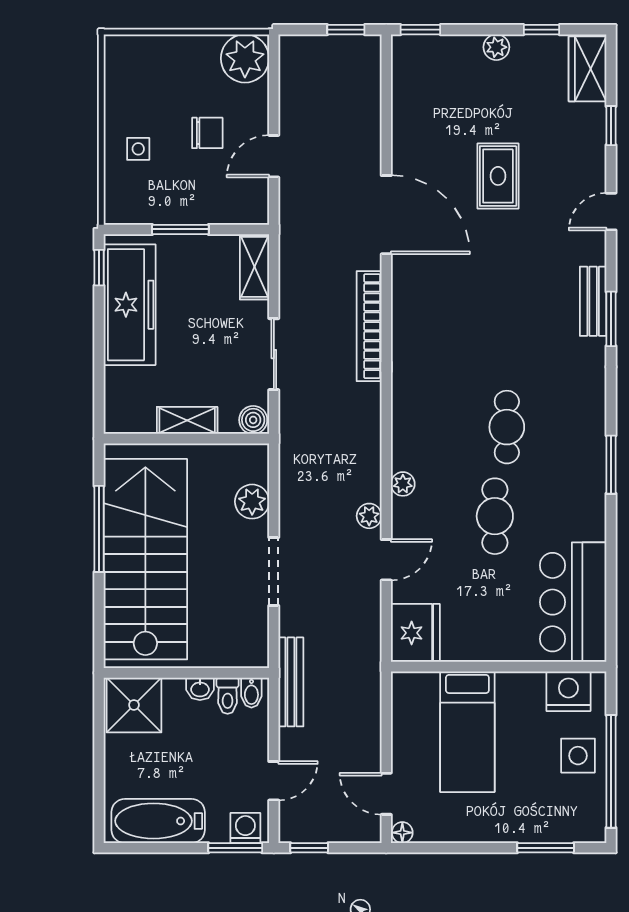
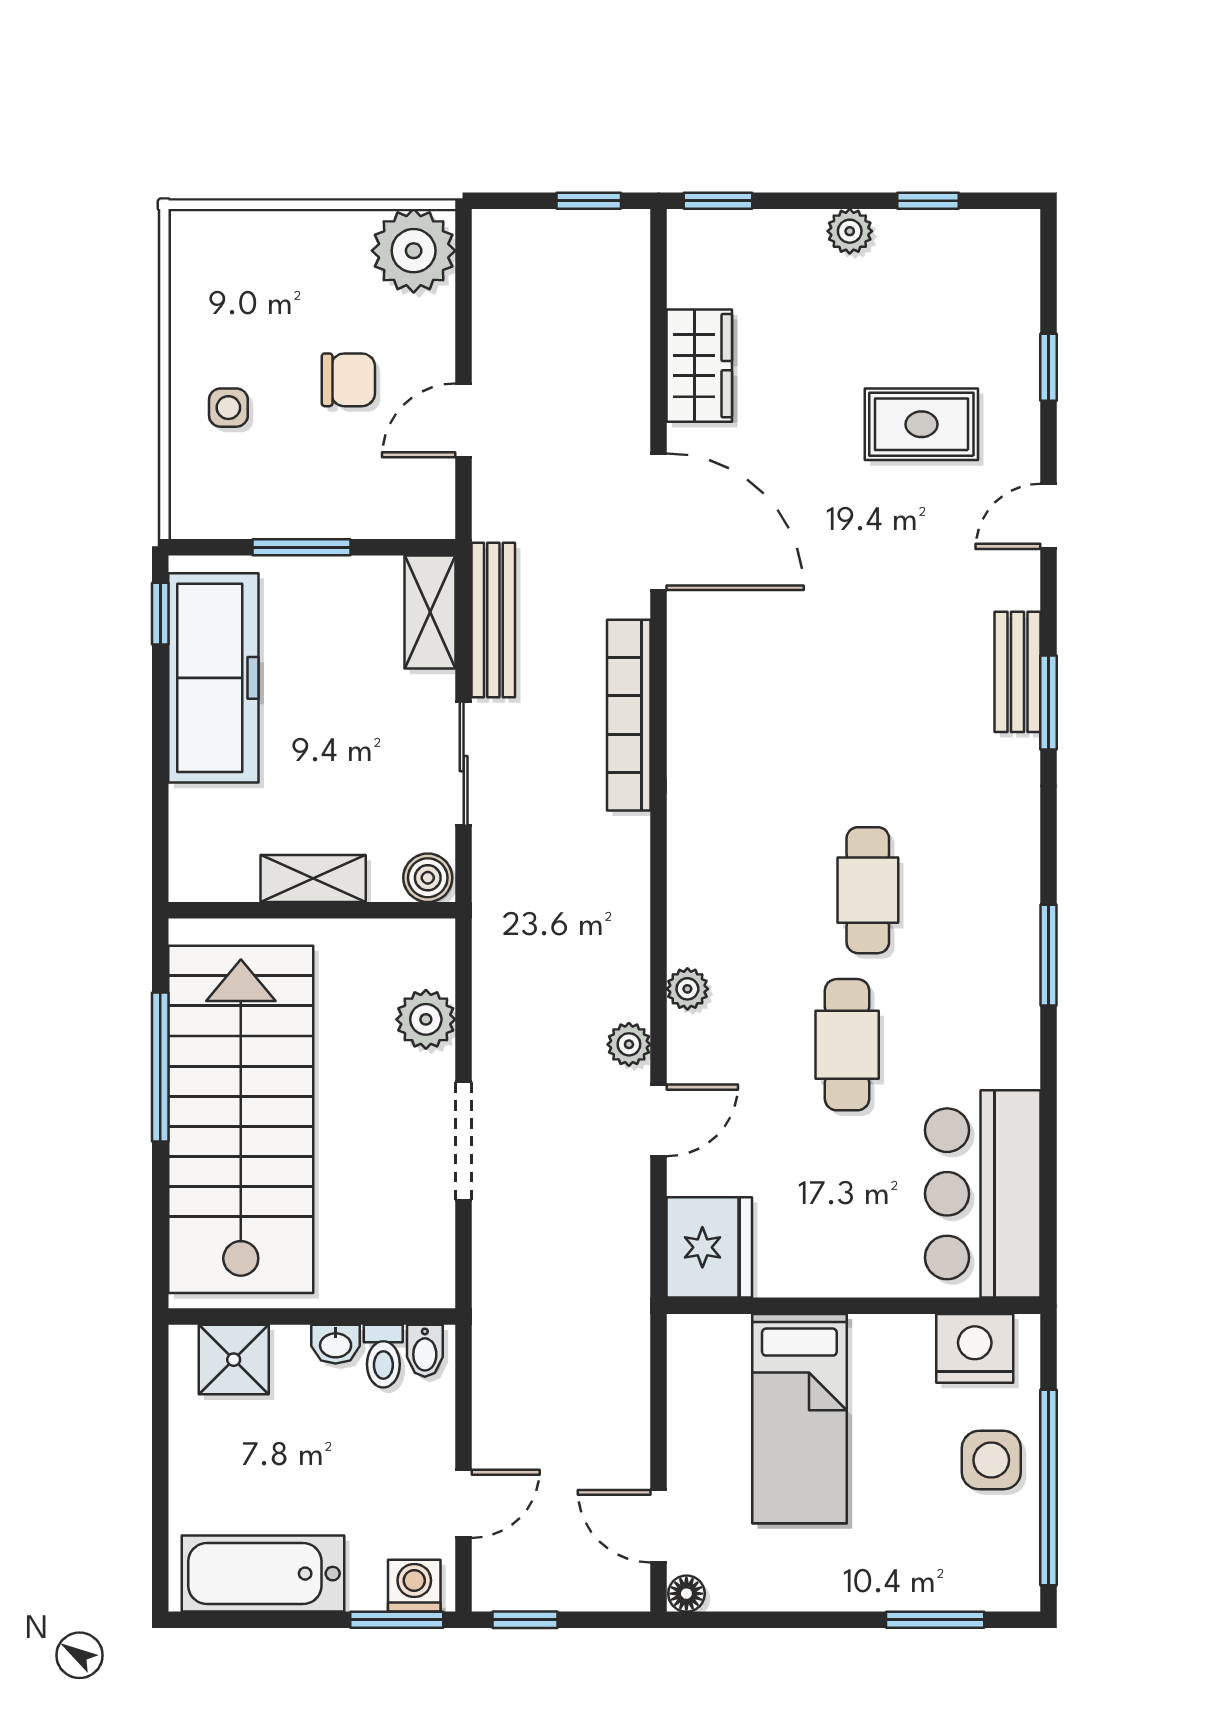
wardrobe: (588, 69) -> (699, 366), moved, turned 180
rug: (498, 176) -> (921, 424), moved, turned 90
bench: (291, 682) -> (493, 620), moved
shower: (134, 705) -> (234, 1360), width x0.73, depth x0.73

